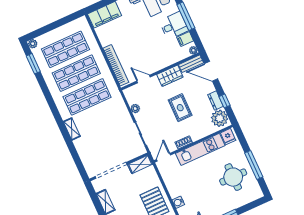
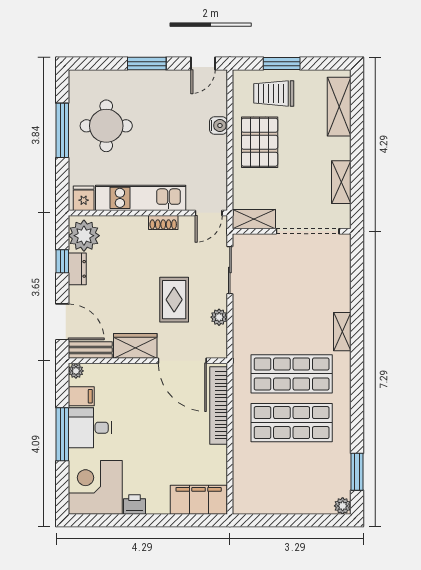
shop shelf: (65, 49) -> (292, 471), removed
door: (144, 79) -> (182, 361), width x1.87
rug: (180, 108) -> (174, 300), moved

